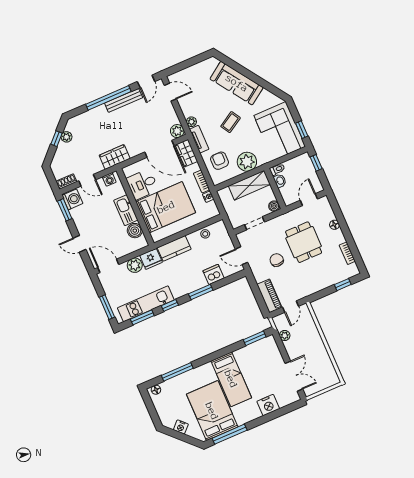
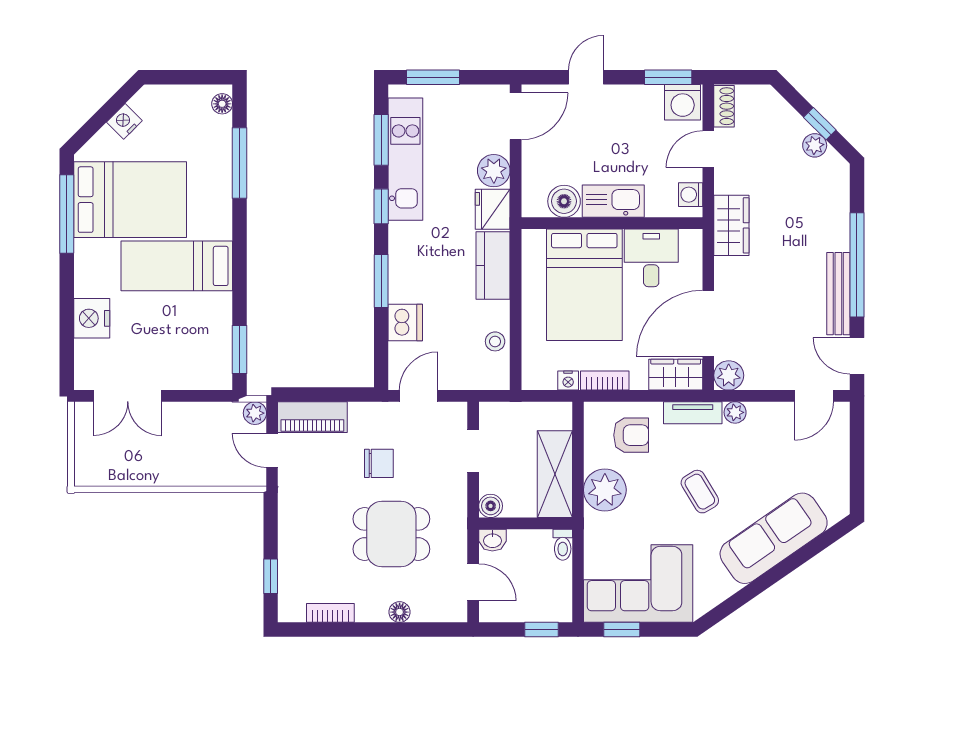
washbasin: (280, 181) -> (492, 540), moved
plant: (285, 336) -> (255, 413), moved

